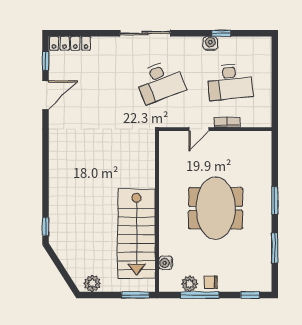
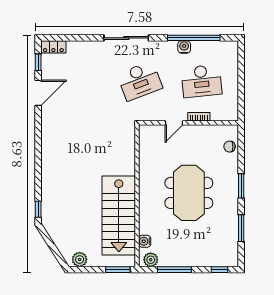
window: (221, 33) -> (194, 38), width x3.17
locker: (70, 43) -> (53, 47), width x0.66
chair: (211, 282) -> (230, 147), moved
plant: (190, 284) -> (151, 260), moved

